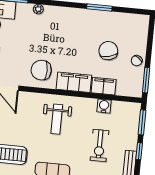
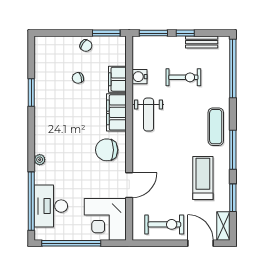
chair: (108, 51) -> (78, 78), width x0.54, depth x0.54
chair: (41, 70) -> (107, 150), turned 90
weight bench: (57, 119) -> (149, 115), moved, turned 90

